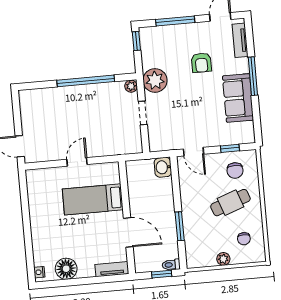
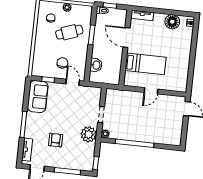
sofa: (238, 98) -> (38, 97), moved
washbasin: (163, 167) -> (96, 65), moved
chair: (235, 171) -> (62, 63), moved
cafe table: (230, 203) -> (69, 32), moved

